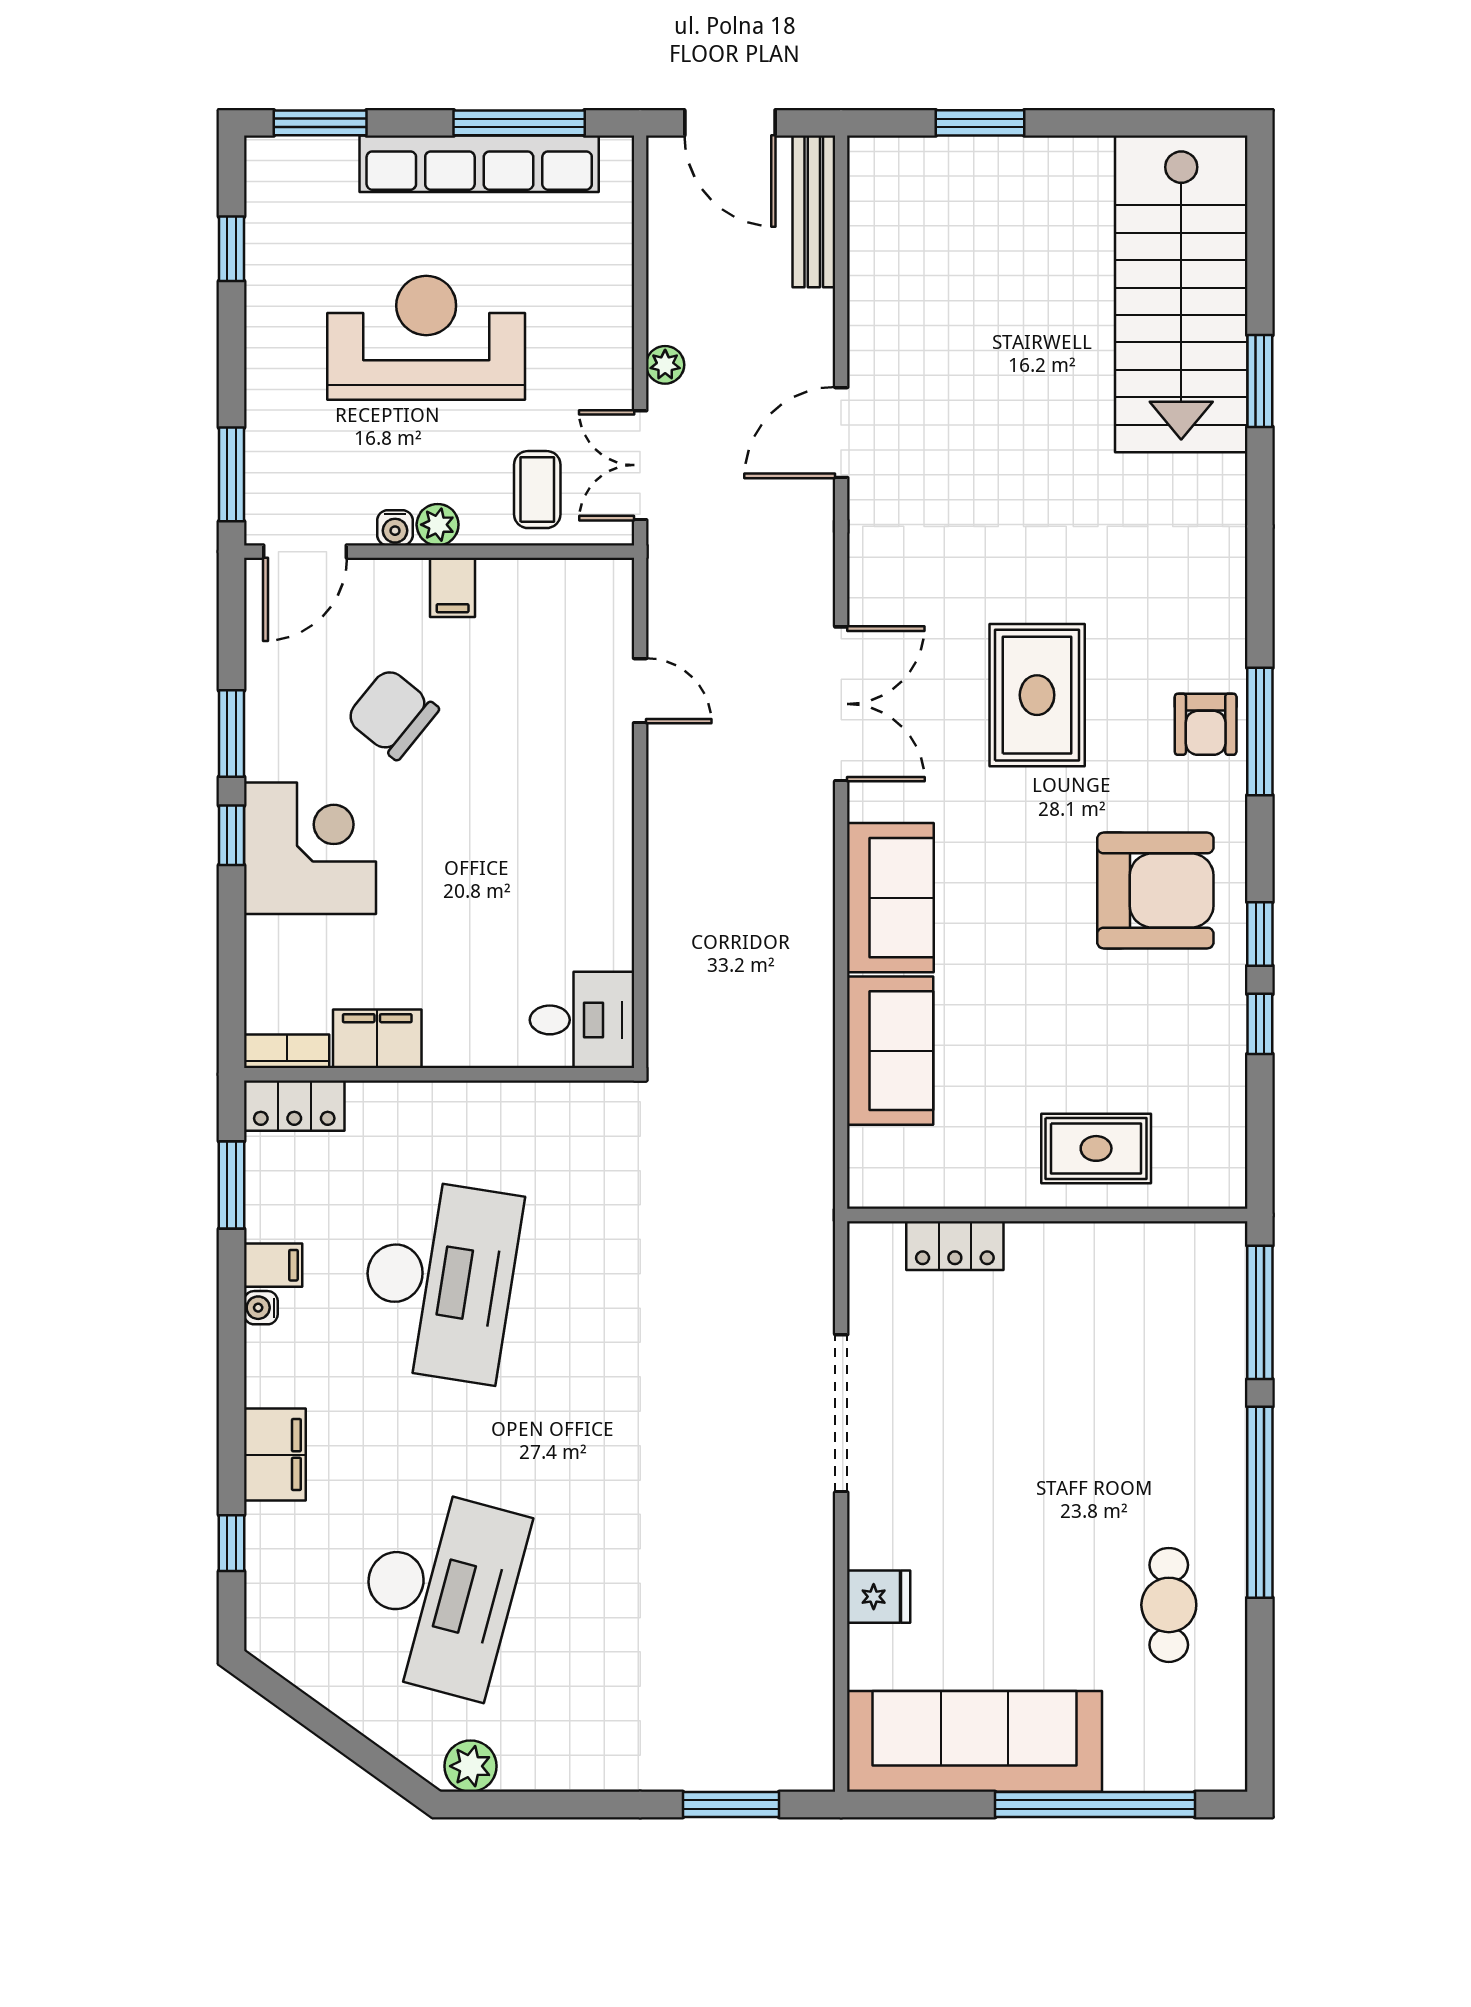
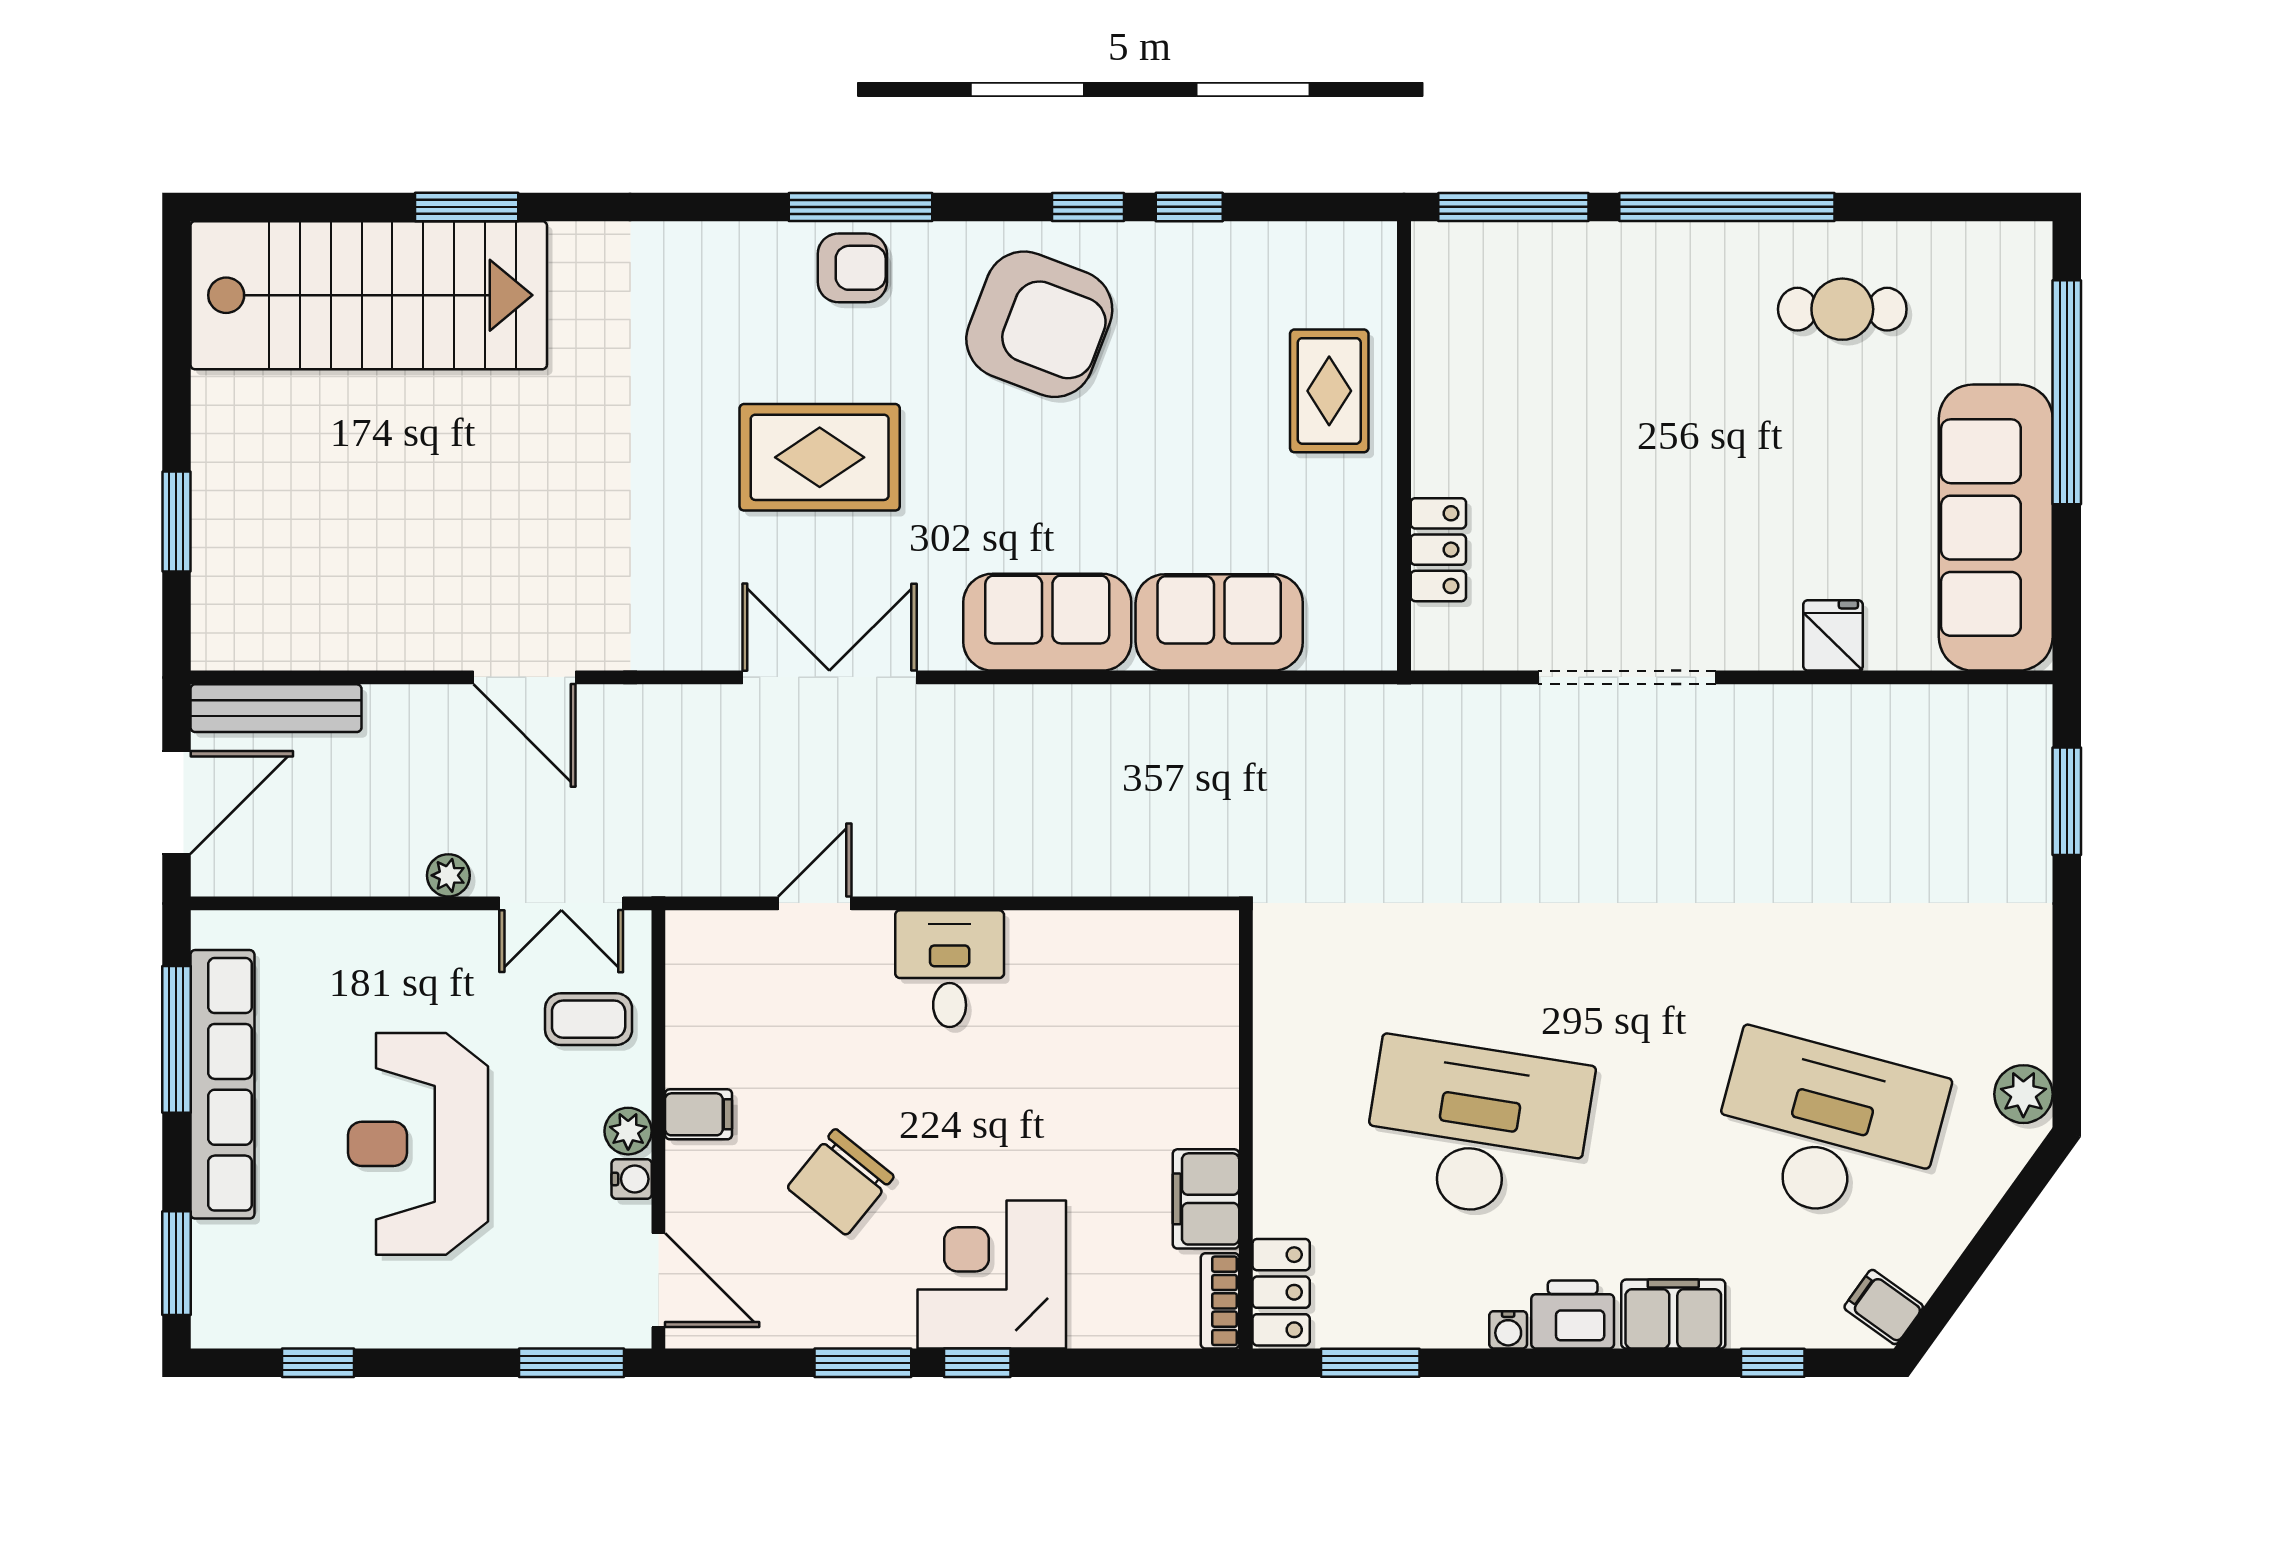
armchair: (1155, 891) -> (1039, 324), turned 111
desk: (582, 1020) -> (950, 969), moved
filing cabinet: (273, 1265) -> (1884, 1307), moved, turned -54
printer: (274, 1365) -> (1573, 1315), added

